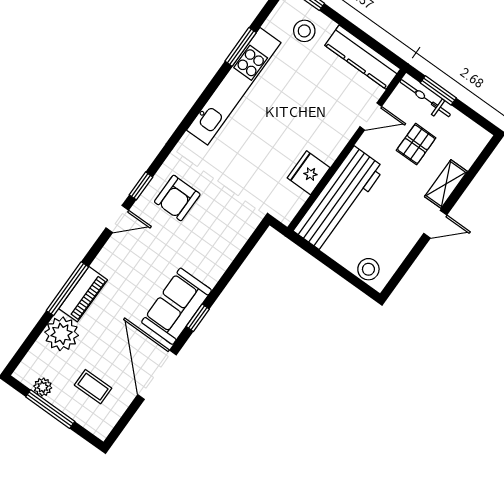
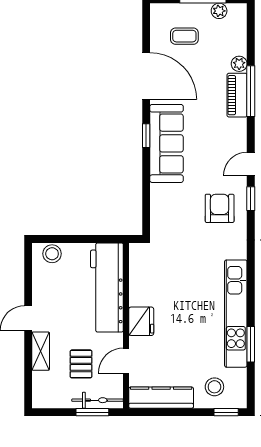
fridge: (309, 173) -> (141, 321), moved
sofa: (177, 306) -> (167, 143), width x1.36
plant: (62, 334) -> (239, 64), width x0.53, depth x0.53

